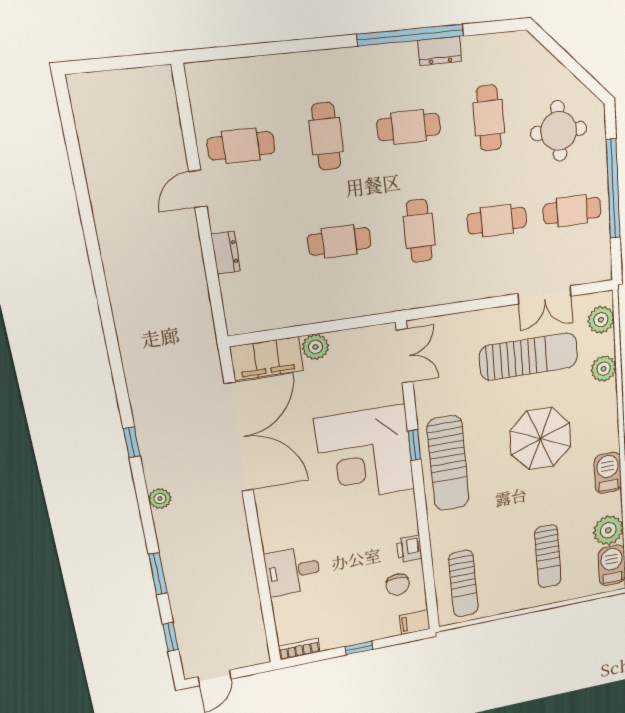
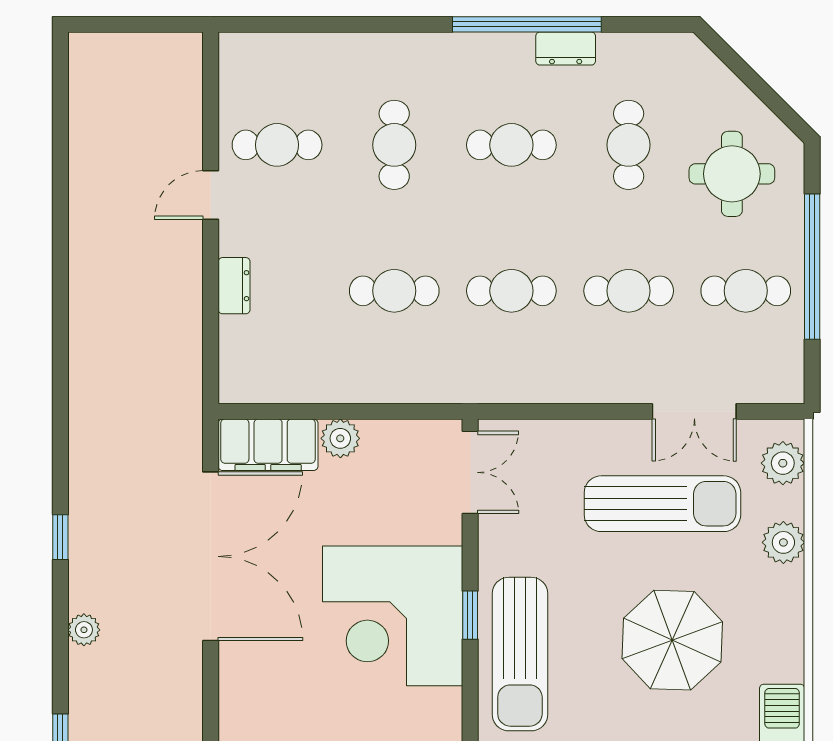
cafe table: (419, 231) -> (511, 291), turned 90

